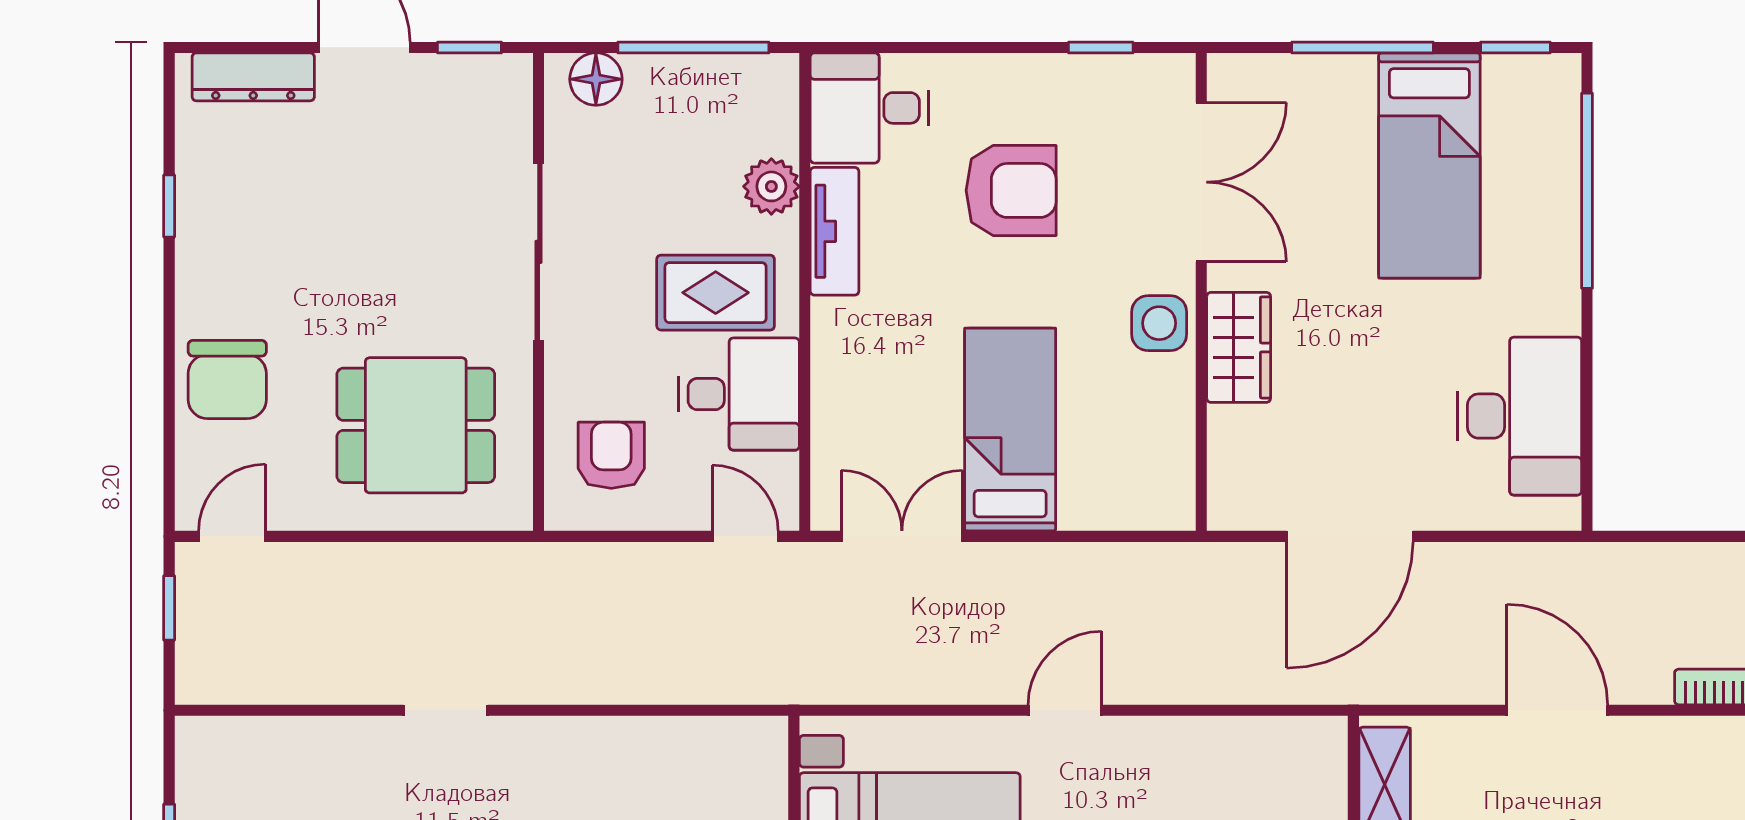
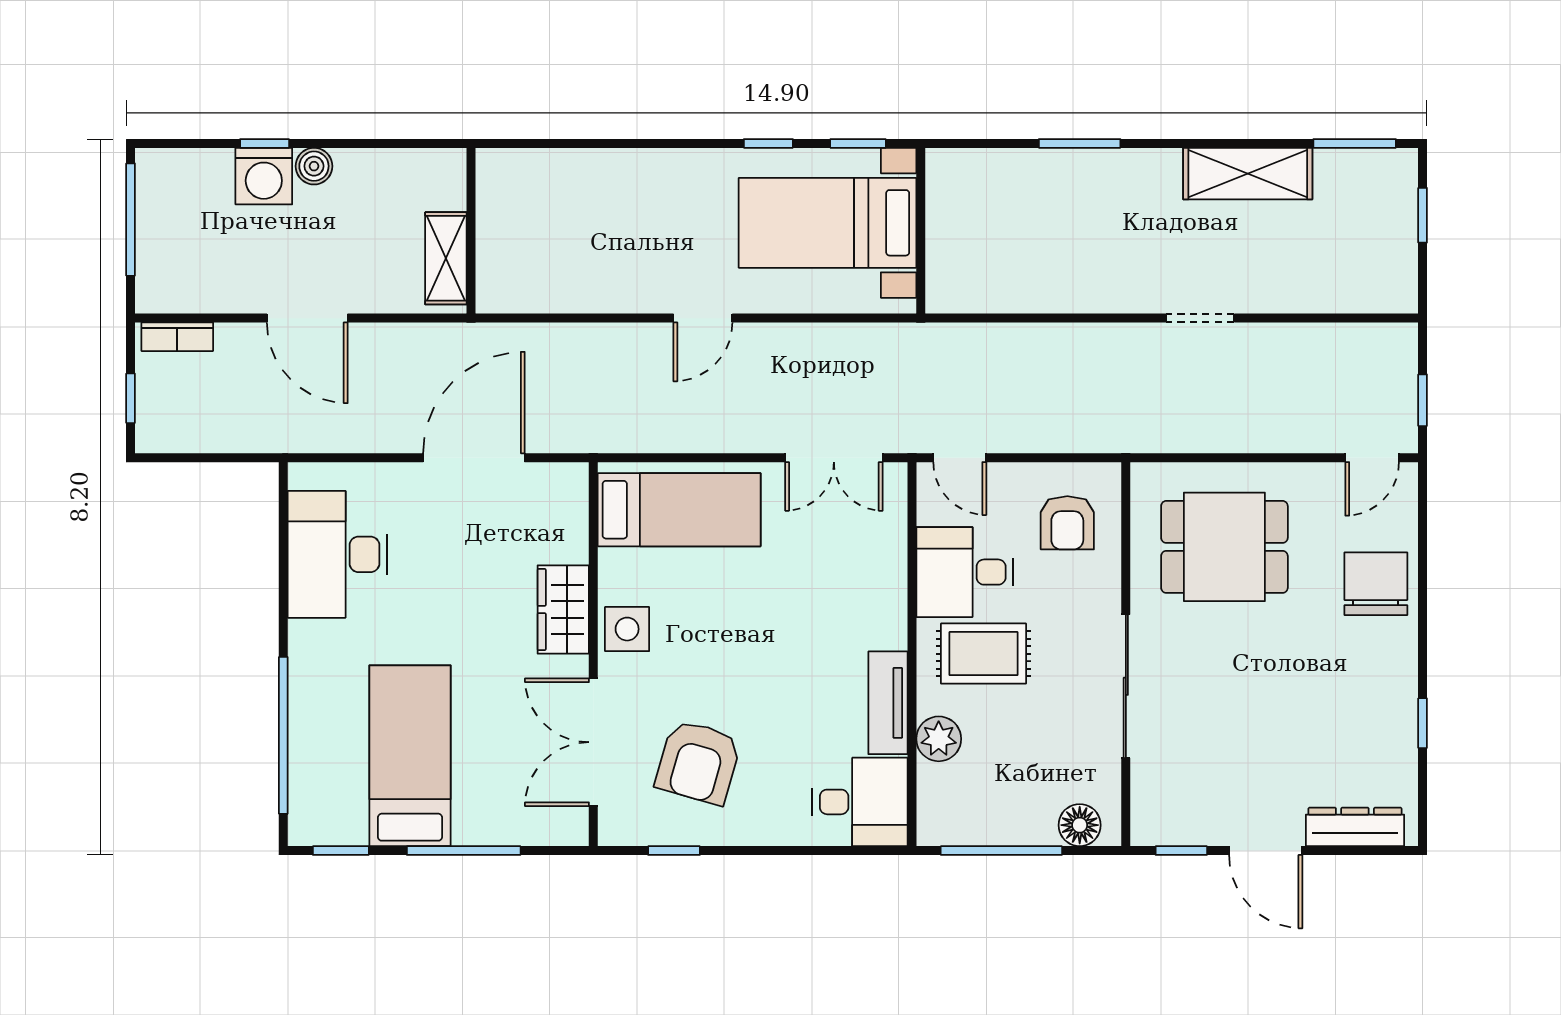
armchair: (1011, 190) -> (698, 762), moved, turned -74
bed: (1010, 430) -> (679, 510), moved, turned -90

